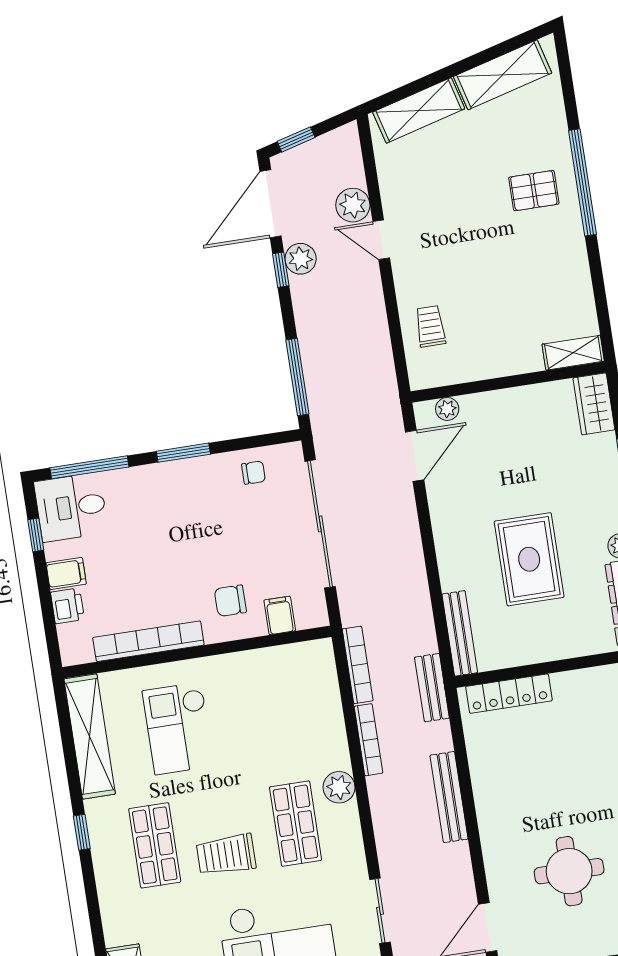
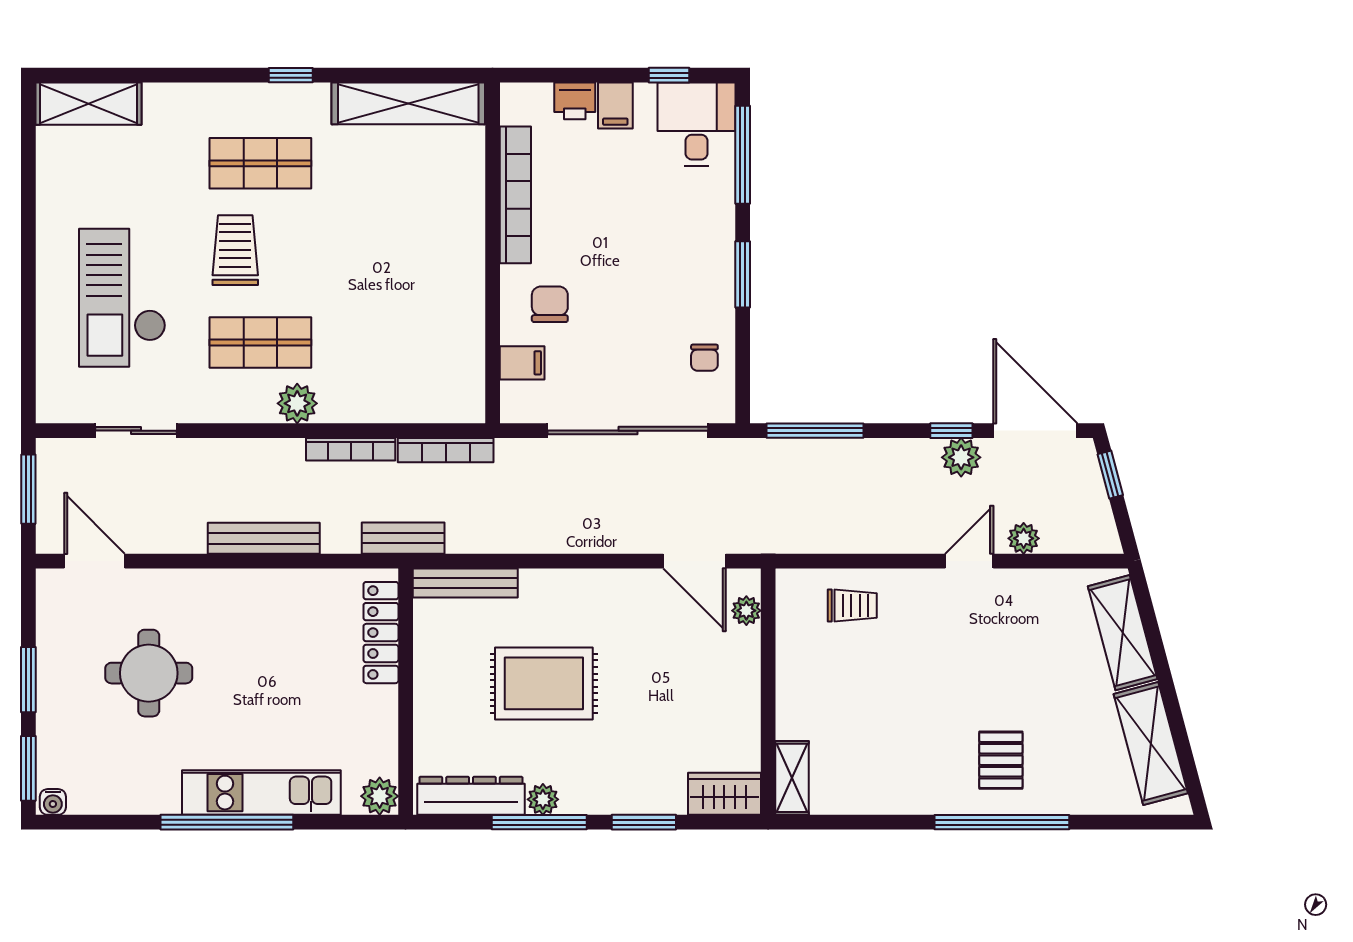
plant: (353, 205) -> (1024, 538), width x0.73, depth x0.73
checkout: (178, 728) -> (401, 215), removed

